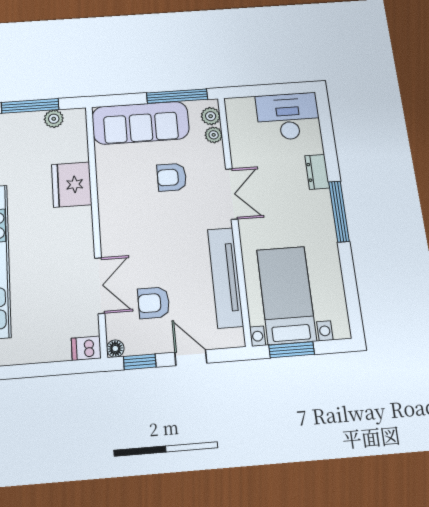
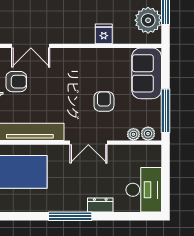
plant: (54, 119) -> (148, 20), width x1.88, depth x1.88
sofa: (141, 123) -> (147, 73), width x0.73
fridge: (72, 185) -> (104, 34), width x0.53, depth x0.75
armchair: (154, 303) -> (16, 82), turned 90

